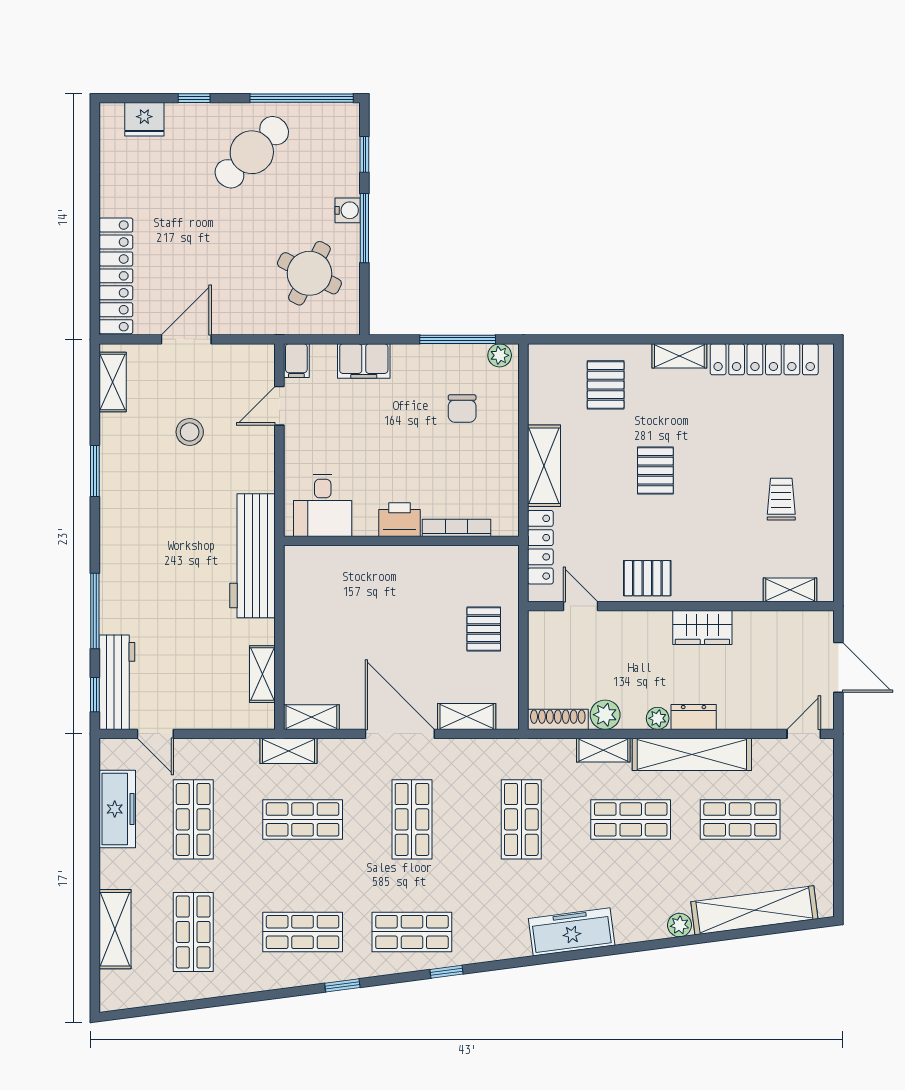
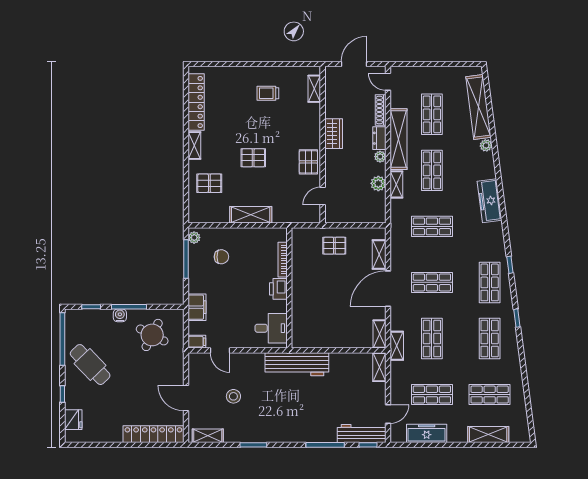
locker: (540, 547) -> (292, 217), removed
shelving: (262, 674) -> (379, 367), moved, turned 90
shoe rack: (558, 719) -> (381, 110), moved

